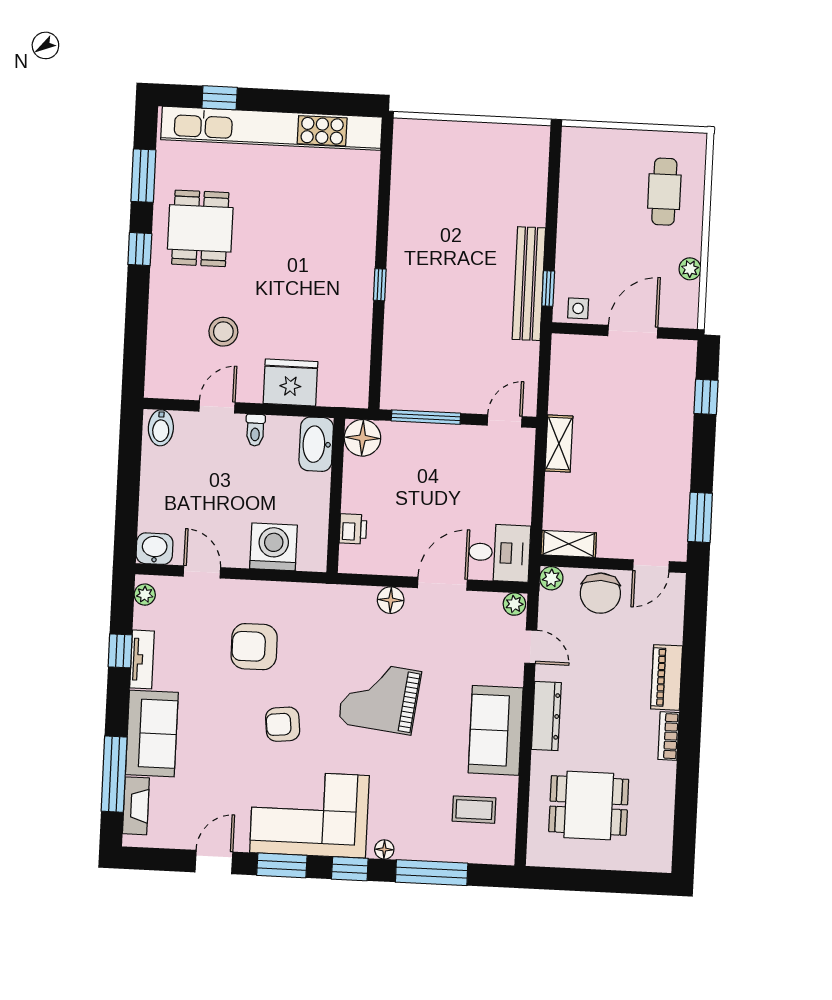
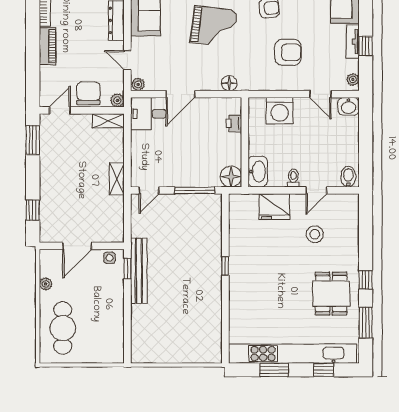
window: (304, 102) -> (274, 370), added
cafe table: (664, 192) -> (63, 328), width x1.37, depth x1.35
floor lamp: (391, 600) -> (229, 83), moved

